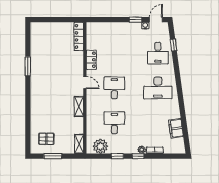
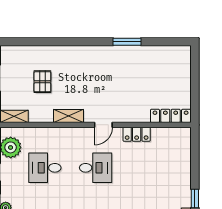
desk: (114, 123) -> (45, 168), turned 180
pallet: (46, 139) -> (42, 82), moved

